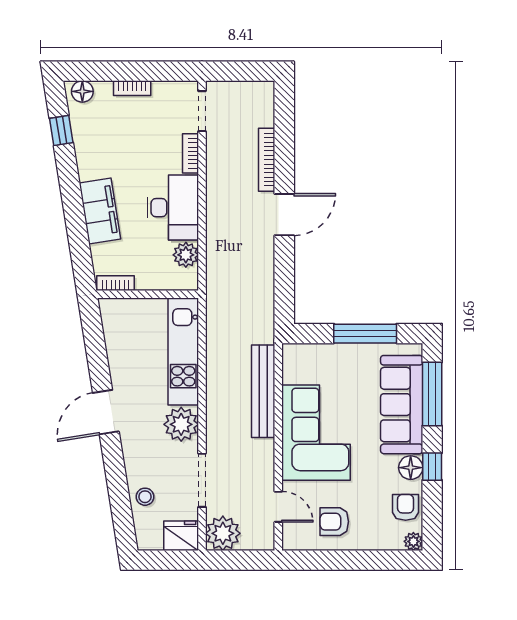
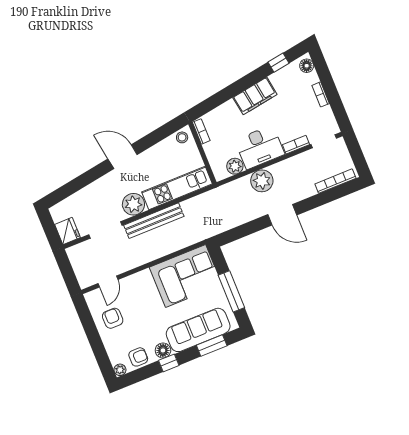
bookcase: (267, 160) -> (335, 181), moved
filing cabinet: (100, 211) -> (255, 96), moved
bench: (263, 391) -> (154, 221), moved
window: (432, 394) -> (212, 345), width x0.69
corner sofa: (316, 433) -> (186, 276), moved
stool: (145, 497) -> (182, 137), moved
plant: (223, 533) -> (262, 181), moved

